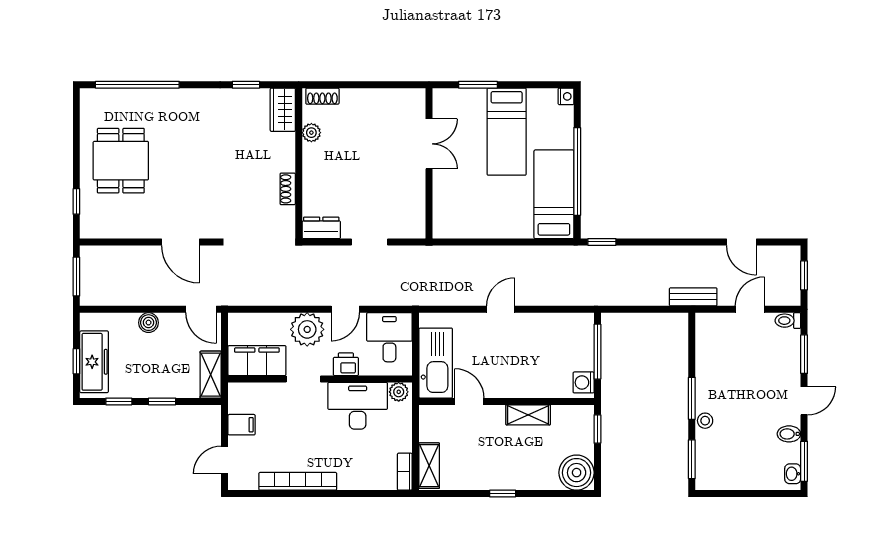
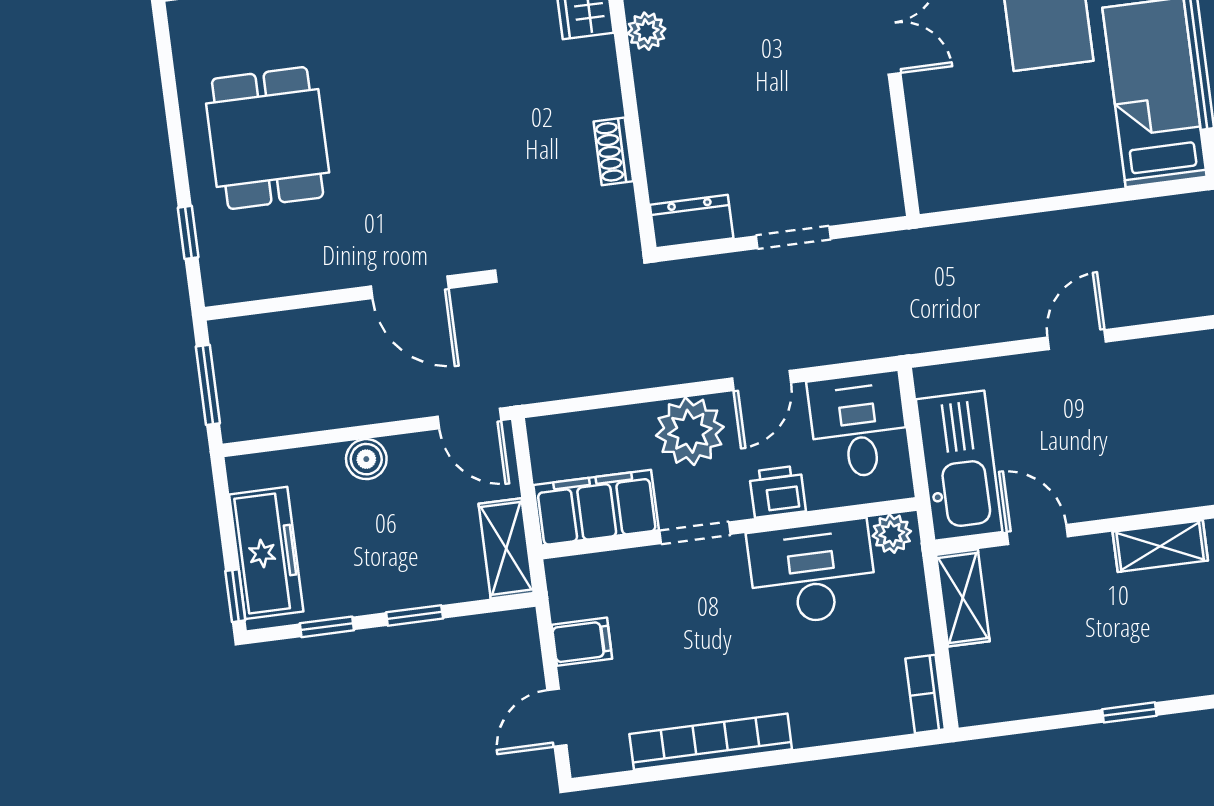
window: (76, 361) -> (235, 596), moved
shelving: (429, 466) -> (963, 598), moved

